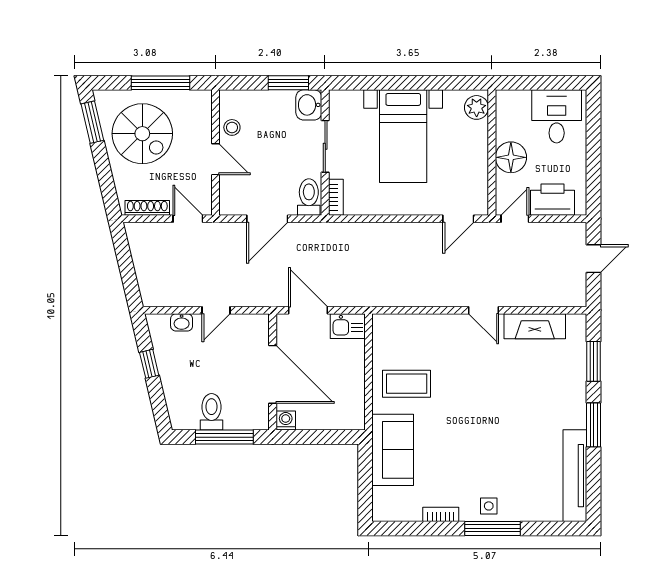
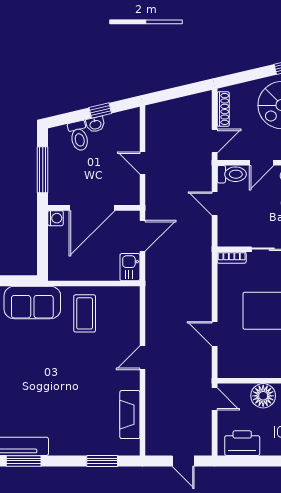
toilet: (309, 197) -> (232, 174), moved
printer: (552, 200) -> (242, 443), moved, turned -90
door: (267, 219) -> (215, 204), width x0.73
door: (458, 219) -> (215, 334), moved
door: (484, 310) -> (143, 358), moved
washbasin: (182, 322) -> (95, 124), moved, turned -103
toilet: (212, 412) -> (79, 136), moved, turned 77
window: (594, 425) -> (24, 461), moved

